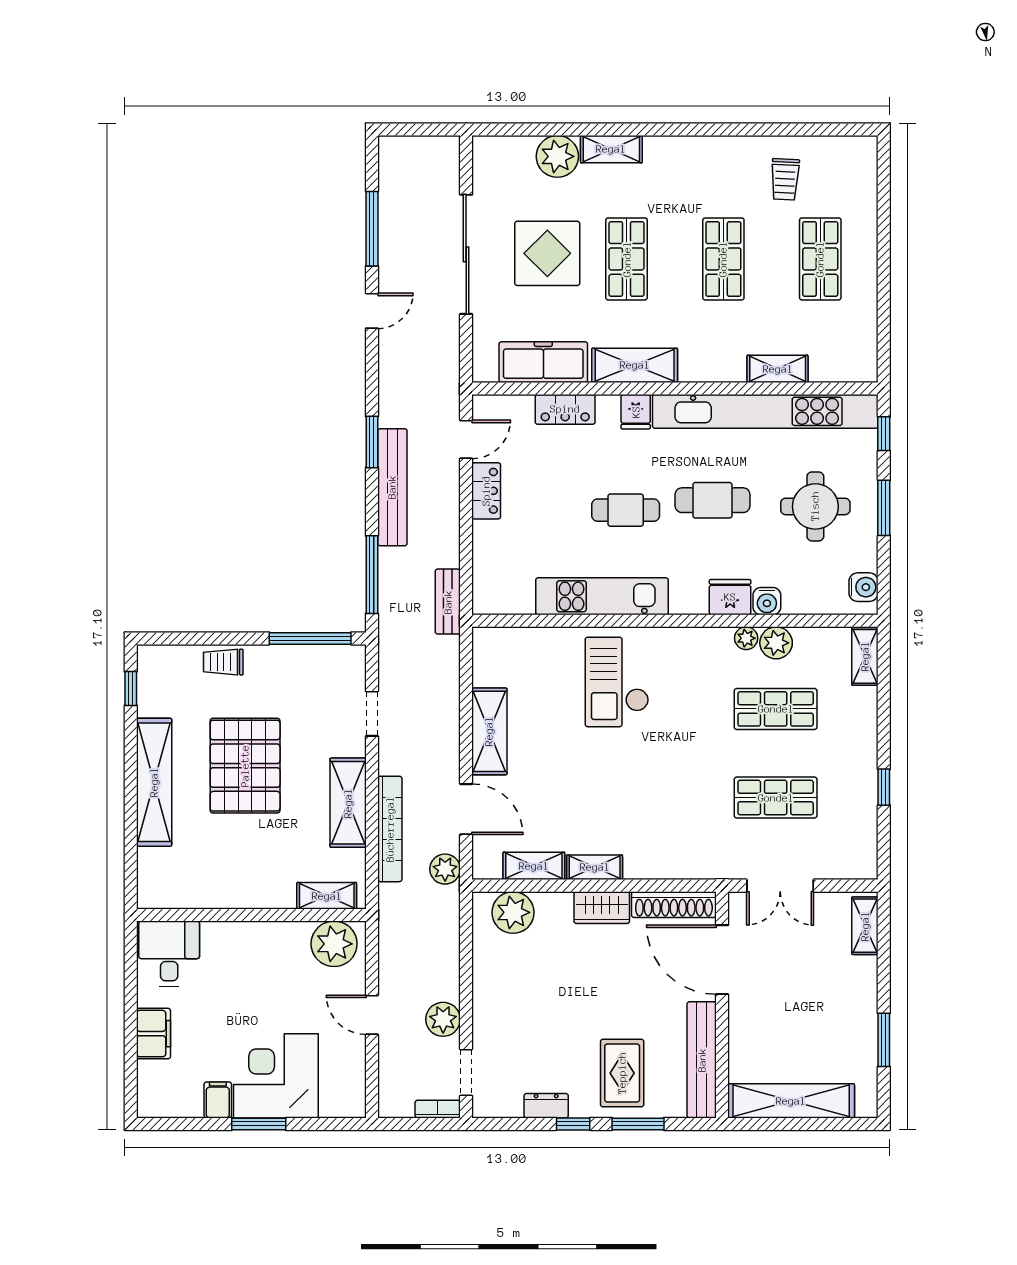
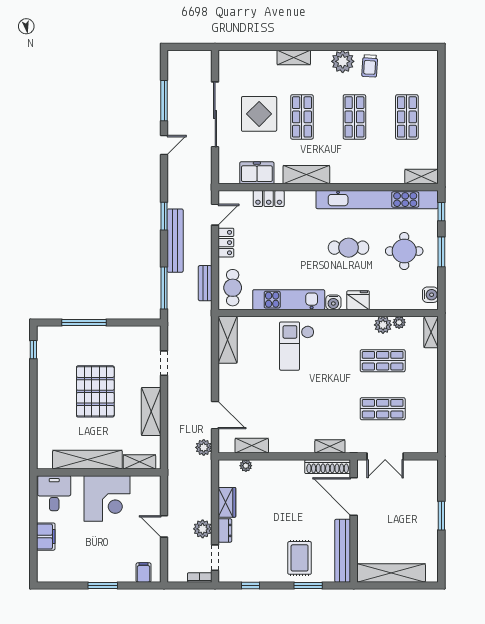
plant: (557, 156) -> (343, 61), moved
trolley: (785, 179) -> (370, 66), moved
freezer: (543, 362) -> (257, 173), width x0.71
shelving: (778, 369) -> (421, 176), moved
fridge: (636, 412) -> (307, 200), removed
cafe table: (626, 510) -> (233, 288), moved, turned 90
water cooler: (767, 601) -> (333, 302), moved
bench: (448, 602) -> (205, 283), moved
window: (310, 638) -> (84, 323), moved
plant: (746, 638) -> (399, 322), moved
trolley: (223, 662) -> (84, 335), removed
shelving: (489, 731) -> (228, 340), moved
shelving: (154, 782) -> (87, 460), moved, turned 90
window: (884, 787) -> (441, 403), removed
bookcase: (390, 829) -> (174, 426), removed
shelving: (595, 867) -> (330, 446), moved
wardrobe: (602, 908) -> (227, 502), moved, turned -90
plant: (513, 912) -> (246, 466), width x0.53, depth x0.53
shelving: (865, 926) -> (431, 478), removed
plant: (334, 944) -> (144, 488), removed
window: (884, 1040) -> (441, 516), moved
corner desk: (276, 1076) -> (107, 498), moved, turned 180
filing cabinet: (218, 1100) -> (144, 573), moved
dresser: (546, 1106) -> (225, 530), moved, turned 90
window: (573, 1124) -> (250, 585), moved

